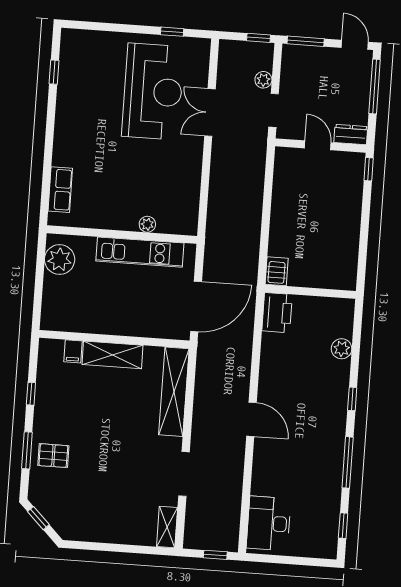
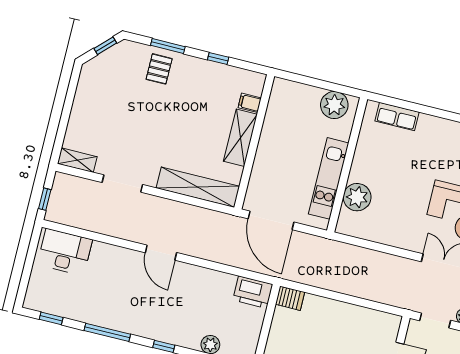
plant: (147, 224) -> (357, 197), width x1.88, depth x1.88
door: (251, 419) -> (161, 253), hinge flipped

